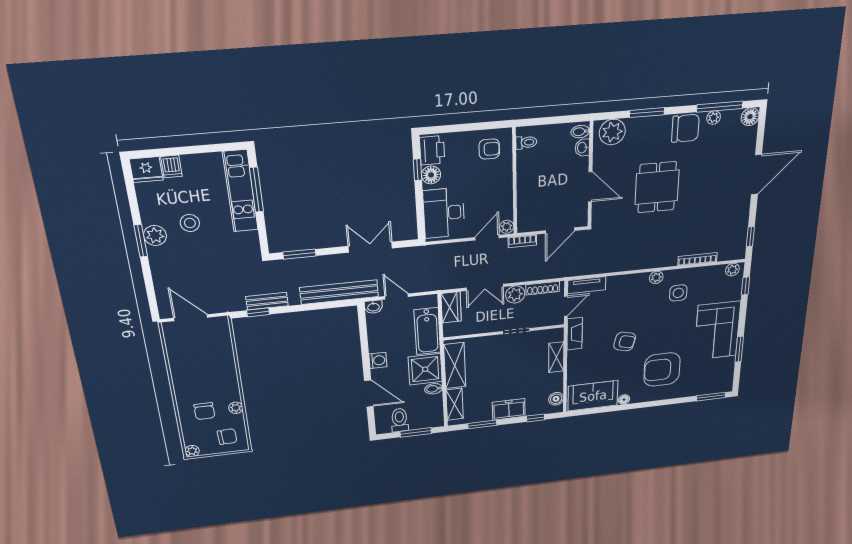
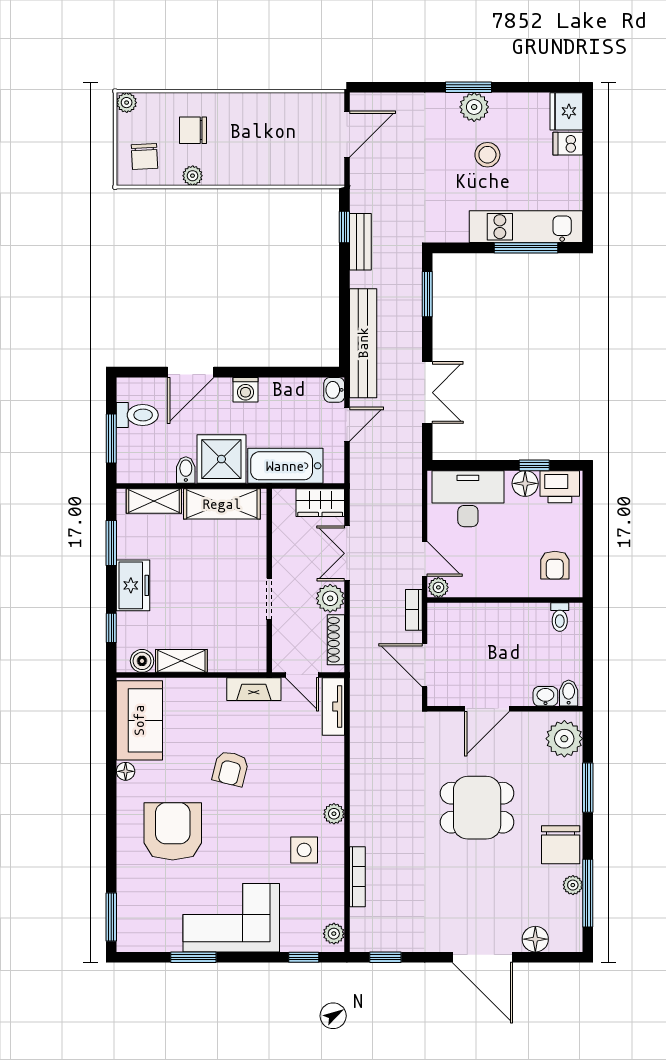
floor lamp: (750, 117) -> (535, 939), moved
shelving: (556, 357) -> (181, 661), moved

